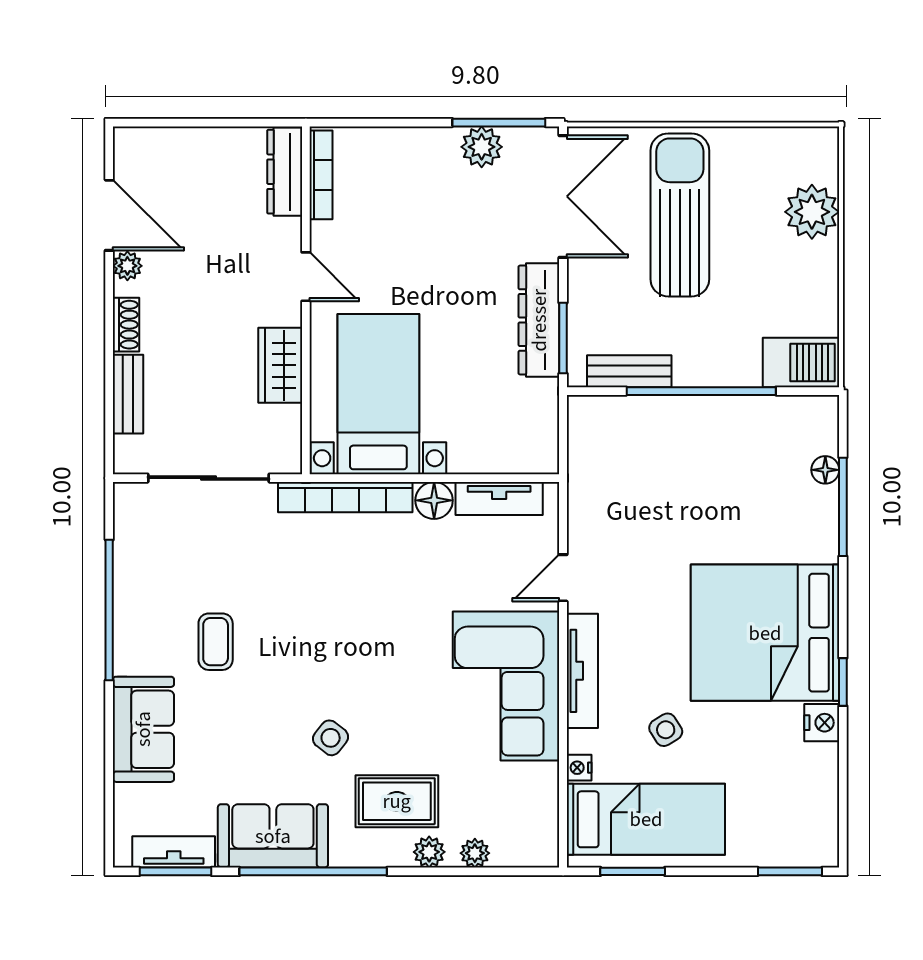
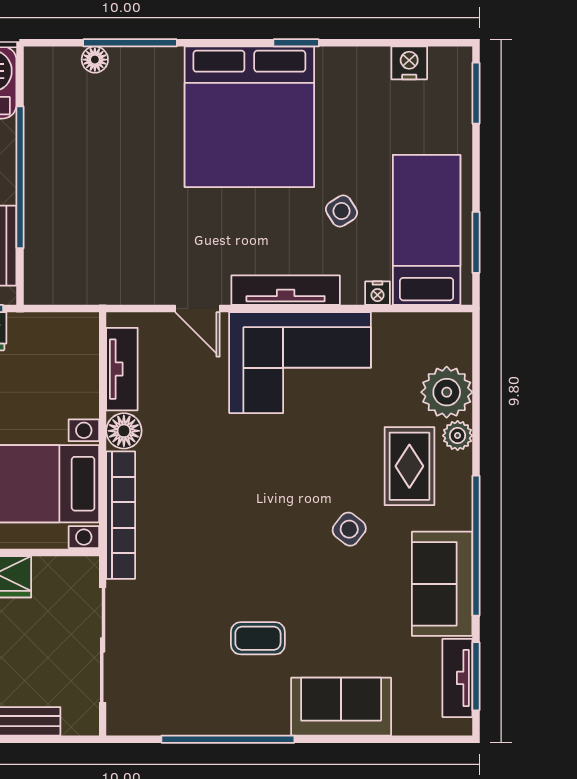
nightstand: (822, 723) -> (409, 63), moved
plant: (475, 853) -> (447, 392), width x1.87, depth x1.87

